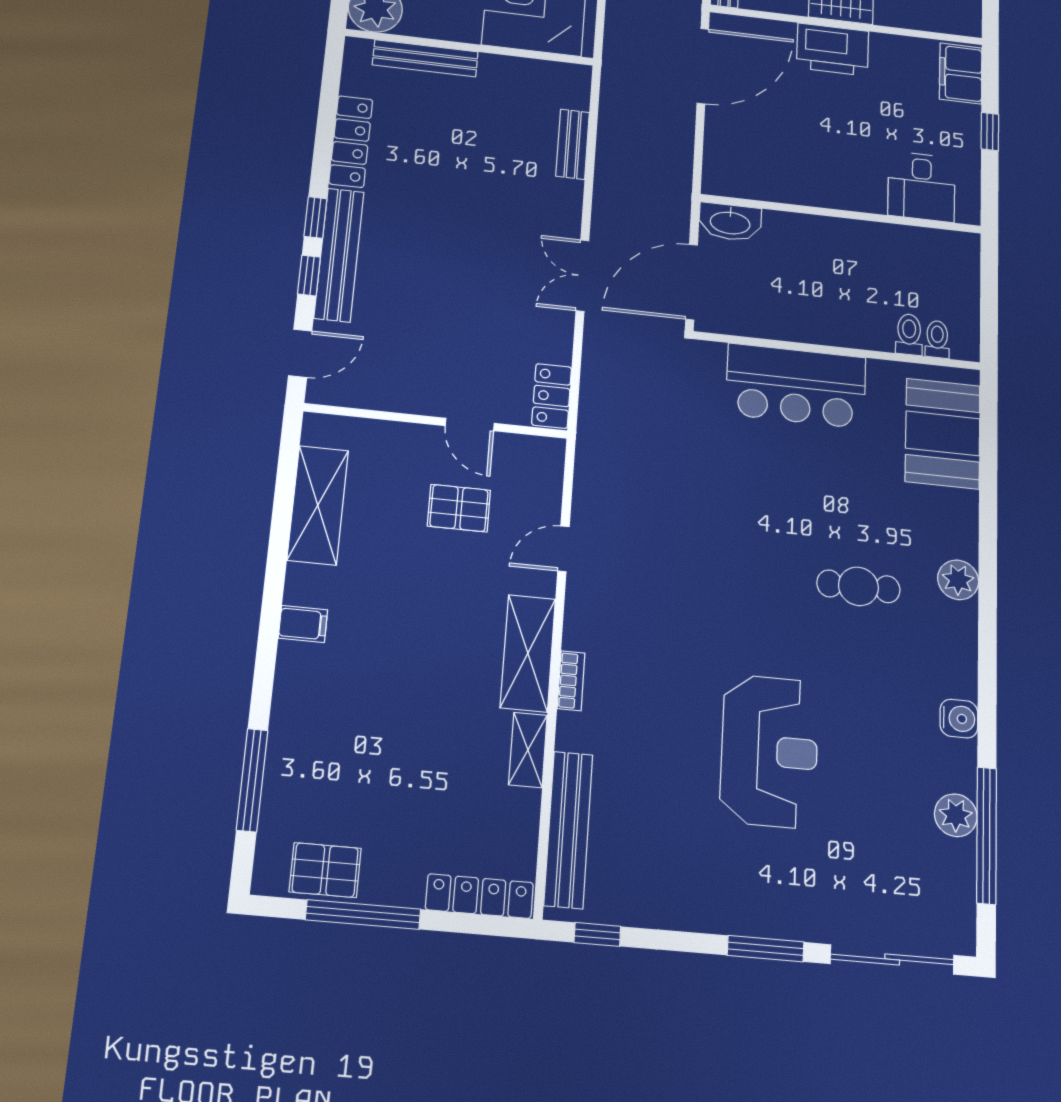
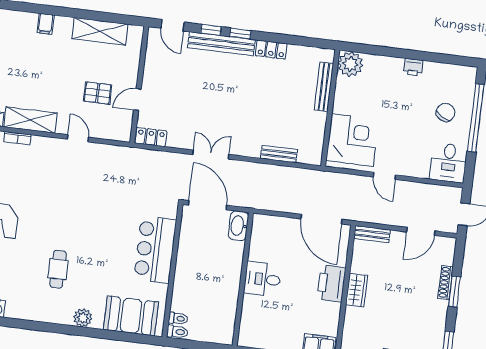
locker: (351, 141) -> (271, 50), width x0.66
desk: (921, 187) -> (262, 279), moved
toilet: (909, 334) -> (177, 332), moved
pallet: (459, 508) -> (98, 93), turned 90
plant: (958, 580) -> (83, 318), moved

